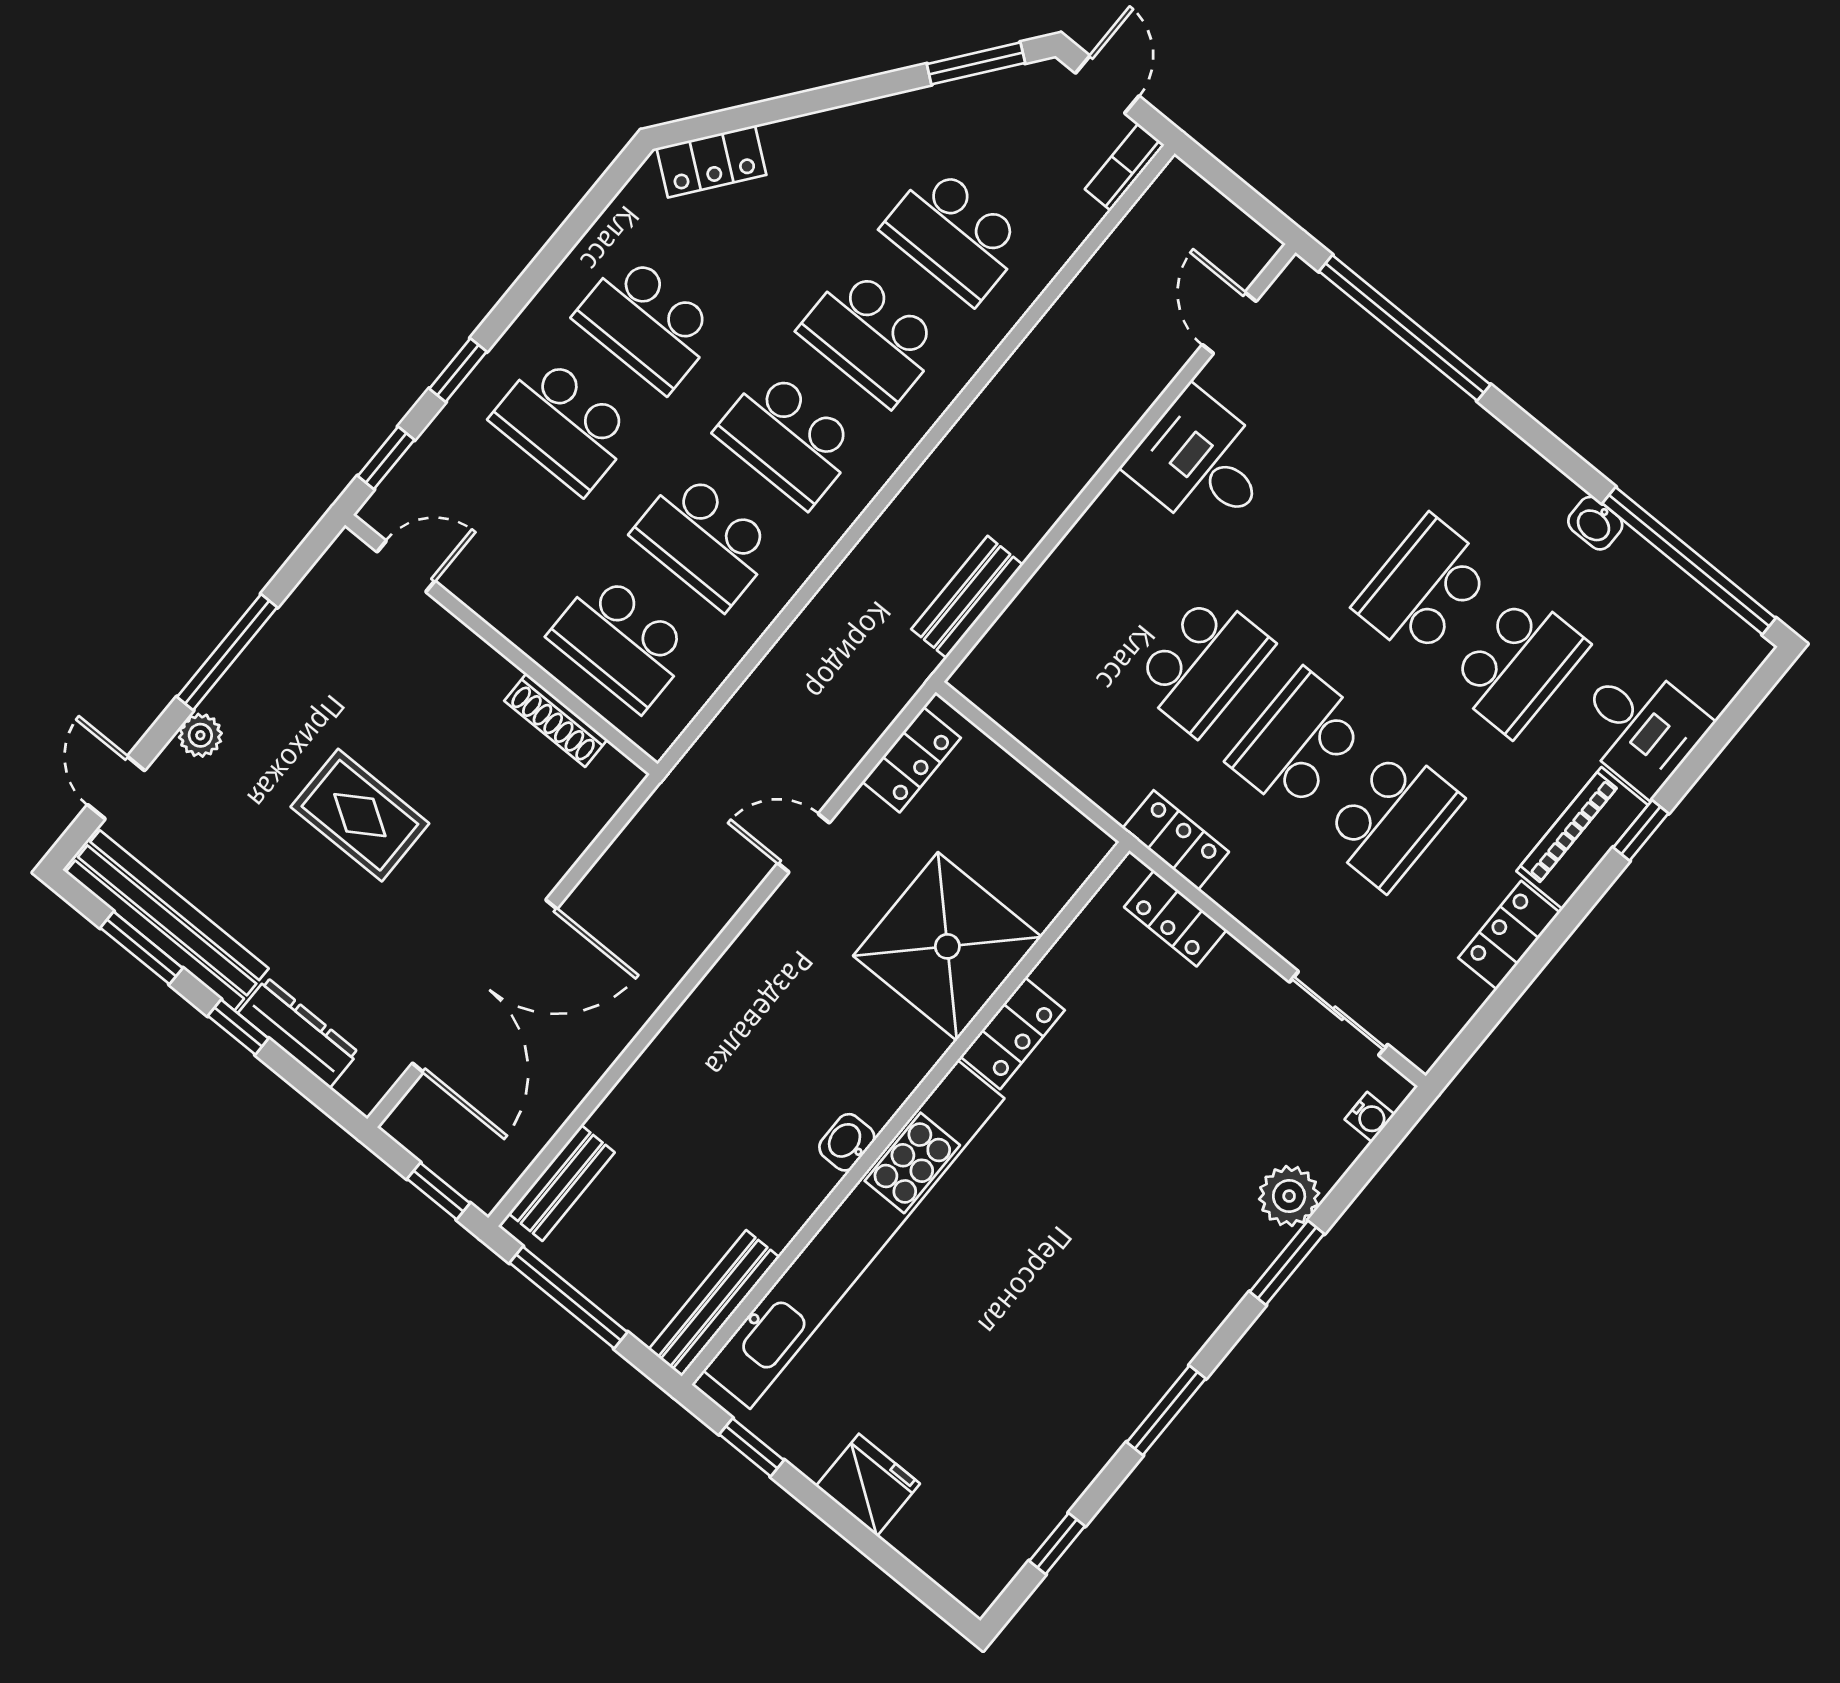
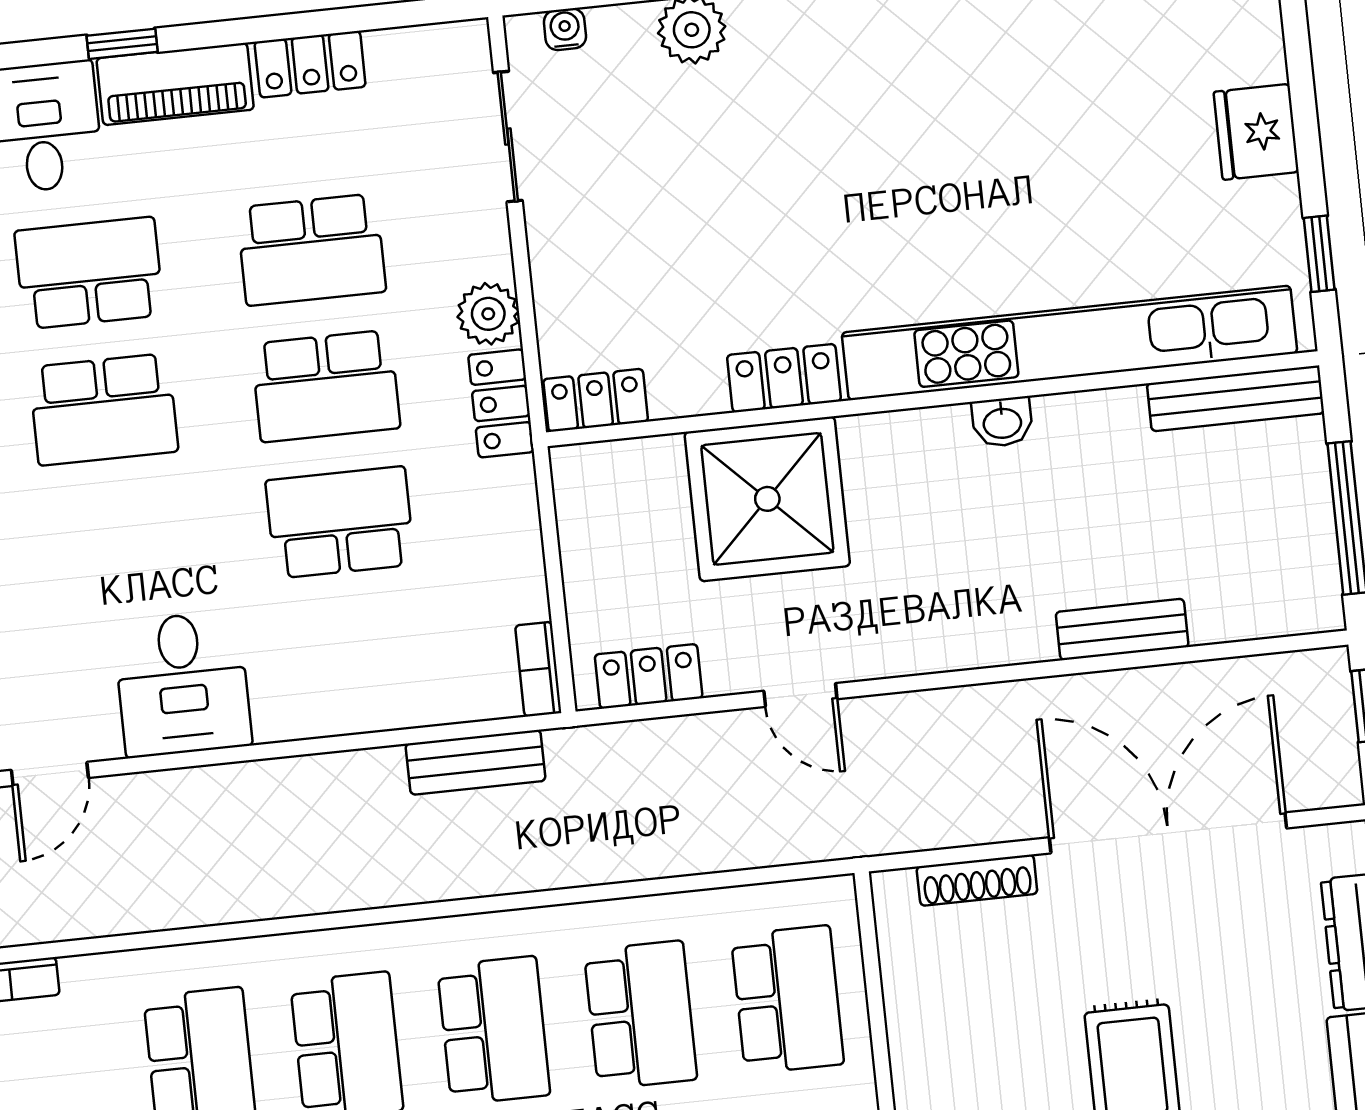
bookcase: (986, 695) -> (538, 669), added
shoe rack: (556, 720) -> (977, 880), moved, turned 90
school desk: (1392, 819) -> (311, 250), turned 180
plant: (1240, 889) -> (488, 314), added
locker: (1175, 918) -> (596, 400), moved, turned -90
bench: (562, 1183) -> (1122, 629), moved

